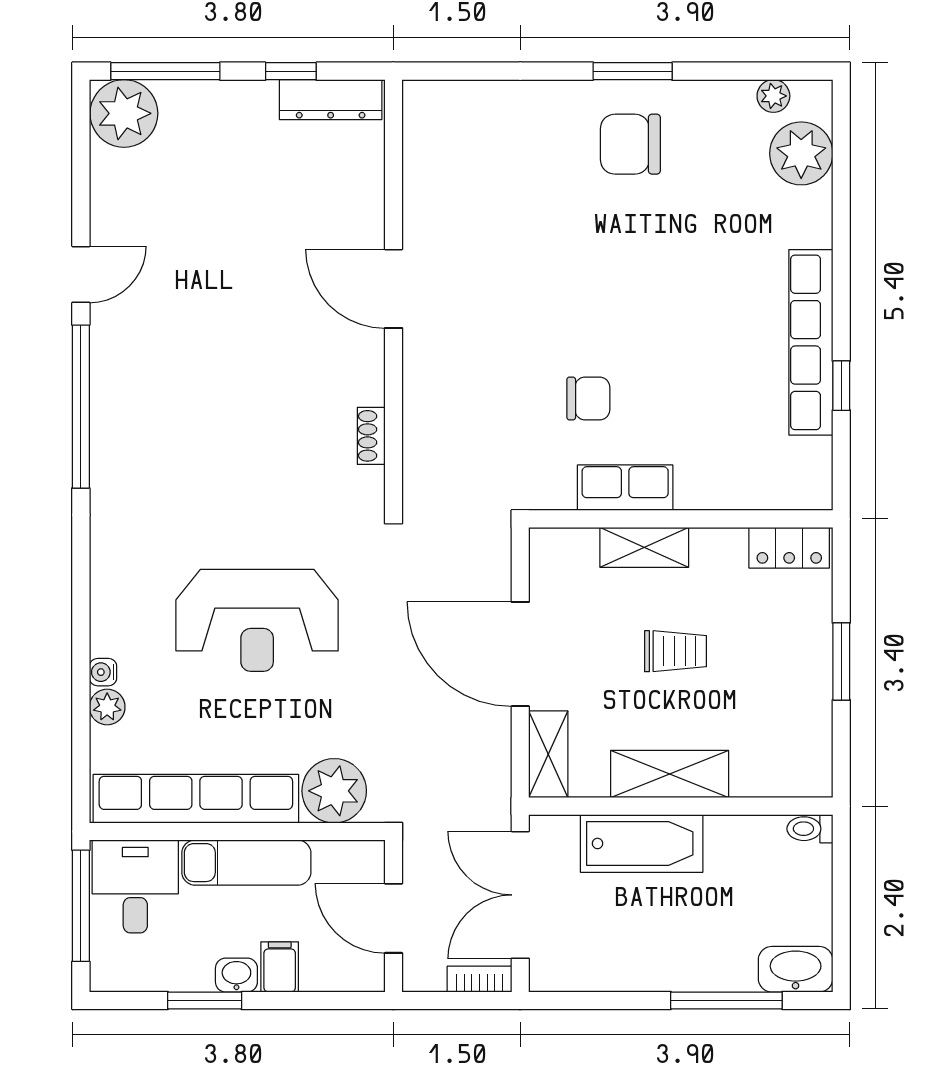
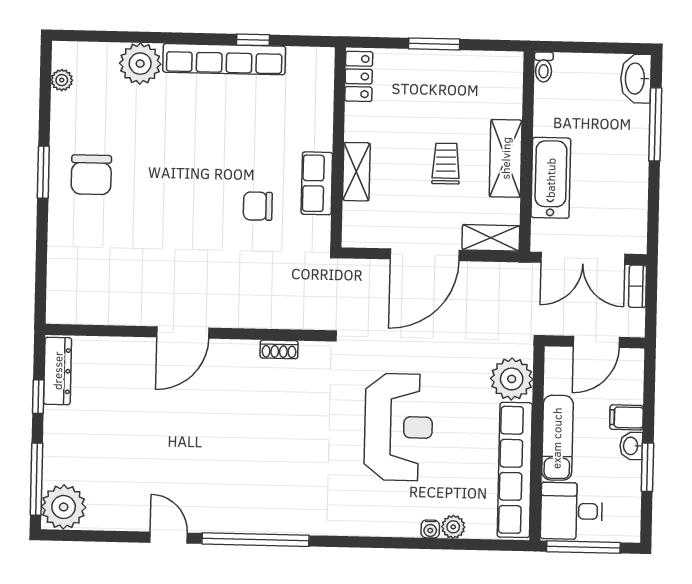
plant: (801, 153) -> (140, 64), moved
chair: (588, 398) -> (258, 206), turned -90
trolley: (675, 651) -> (446, 164), moved

